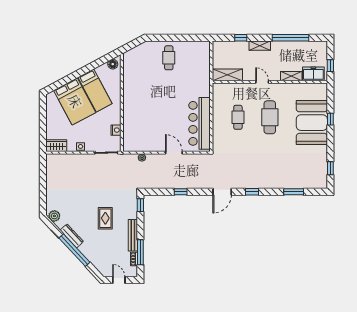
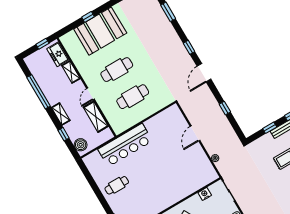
boiler: (223, 47) -> (81, 145), added
shelving: (227, 75) -> (96, 117), moved
cafe table: (238, 117) -> (133, 97), width x1.37, depth x1.35
bar counter: (200, 123) -> (125, 145), moved
door: (222, 192) -> (204, 73), swing flipped
window: (140, 205) -> (270, 128), moved

